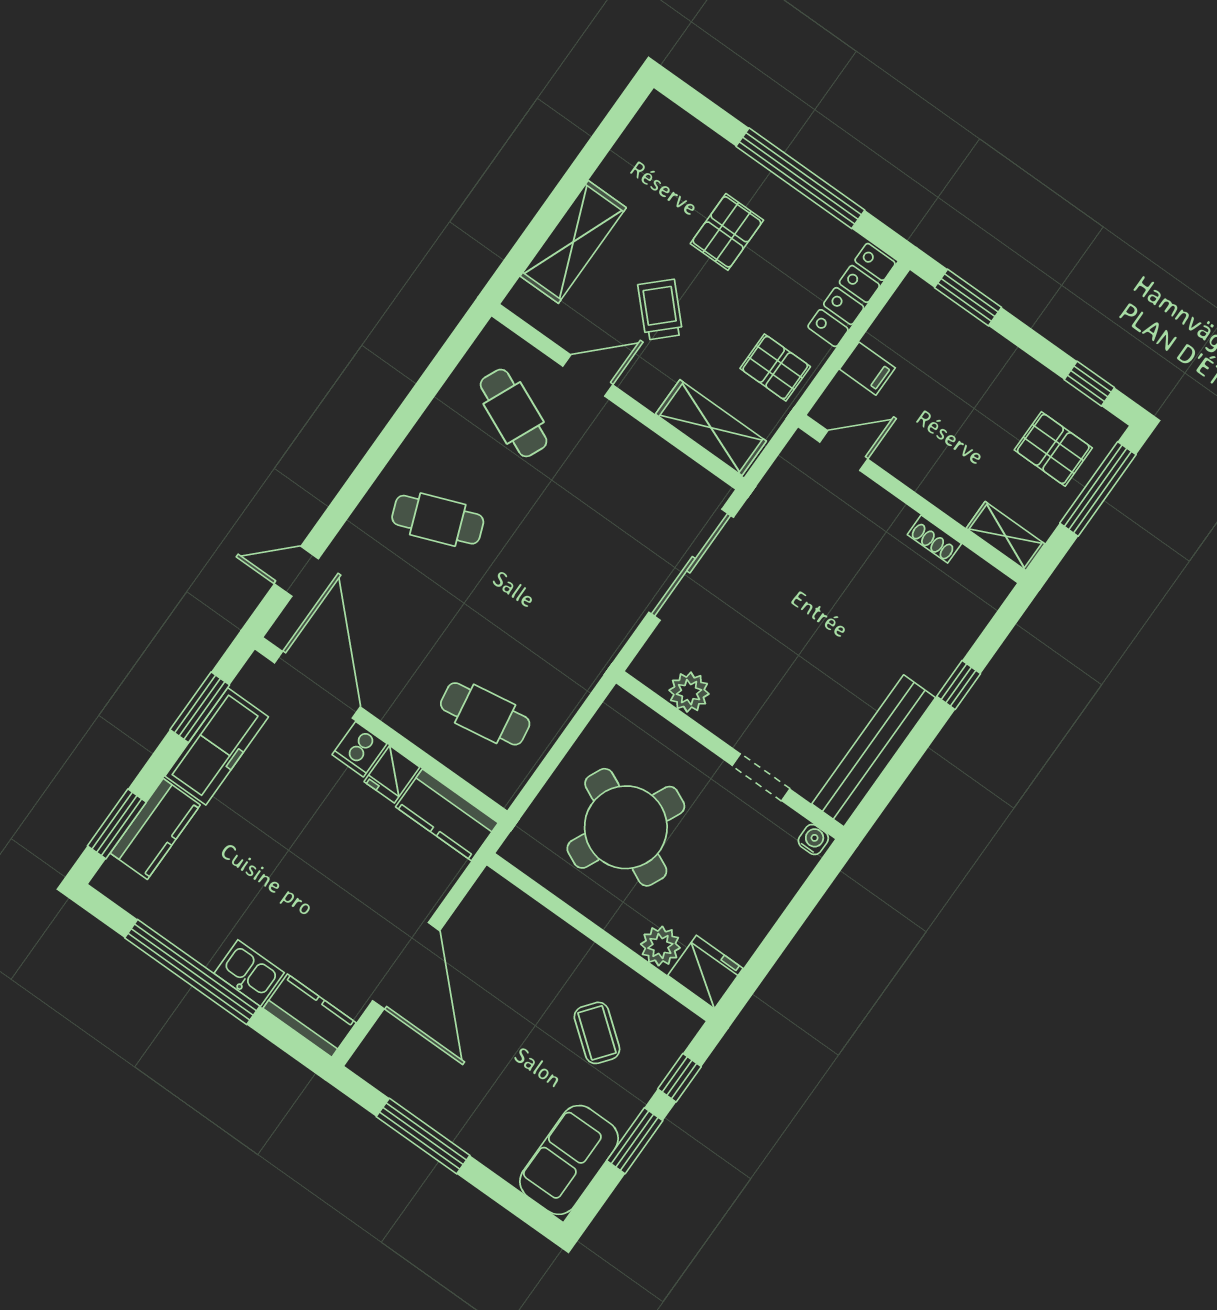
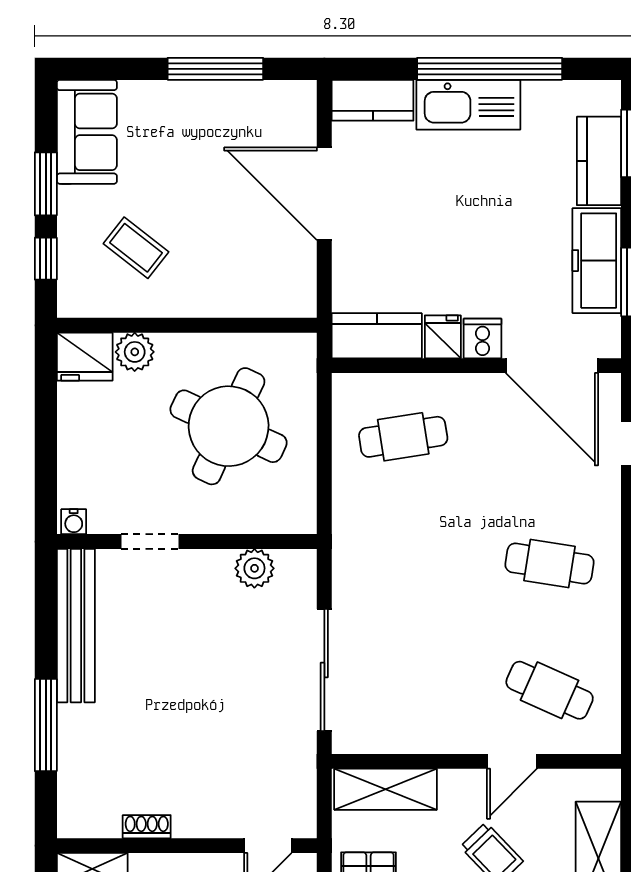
cafe table: (438, 520) -> (550, 564), turned 30
window: (959, 685) -> (46, 725), width x2.17
kitchen sink: (249, 973) -> (468, 105), width x1.88, depth x1.24

